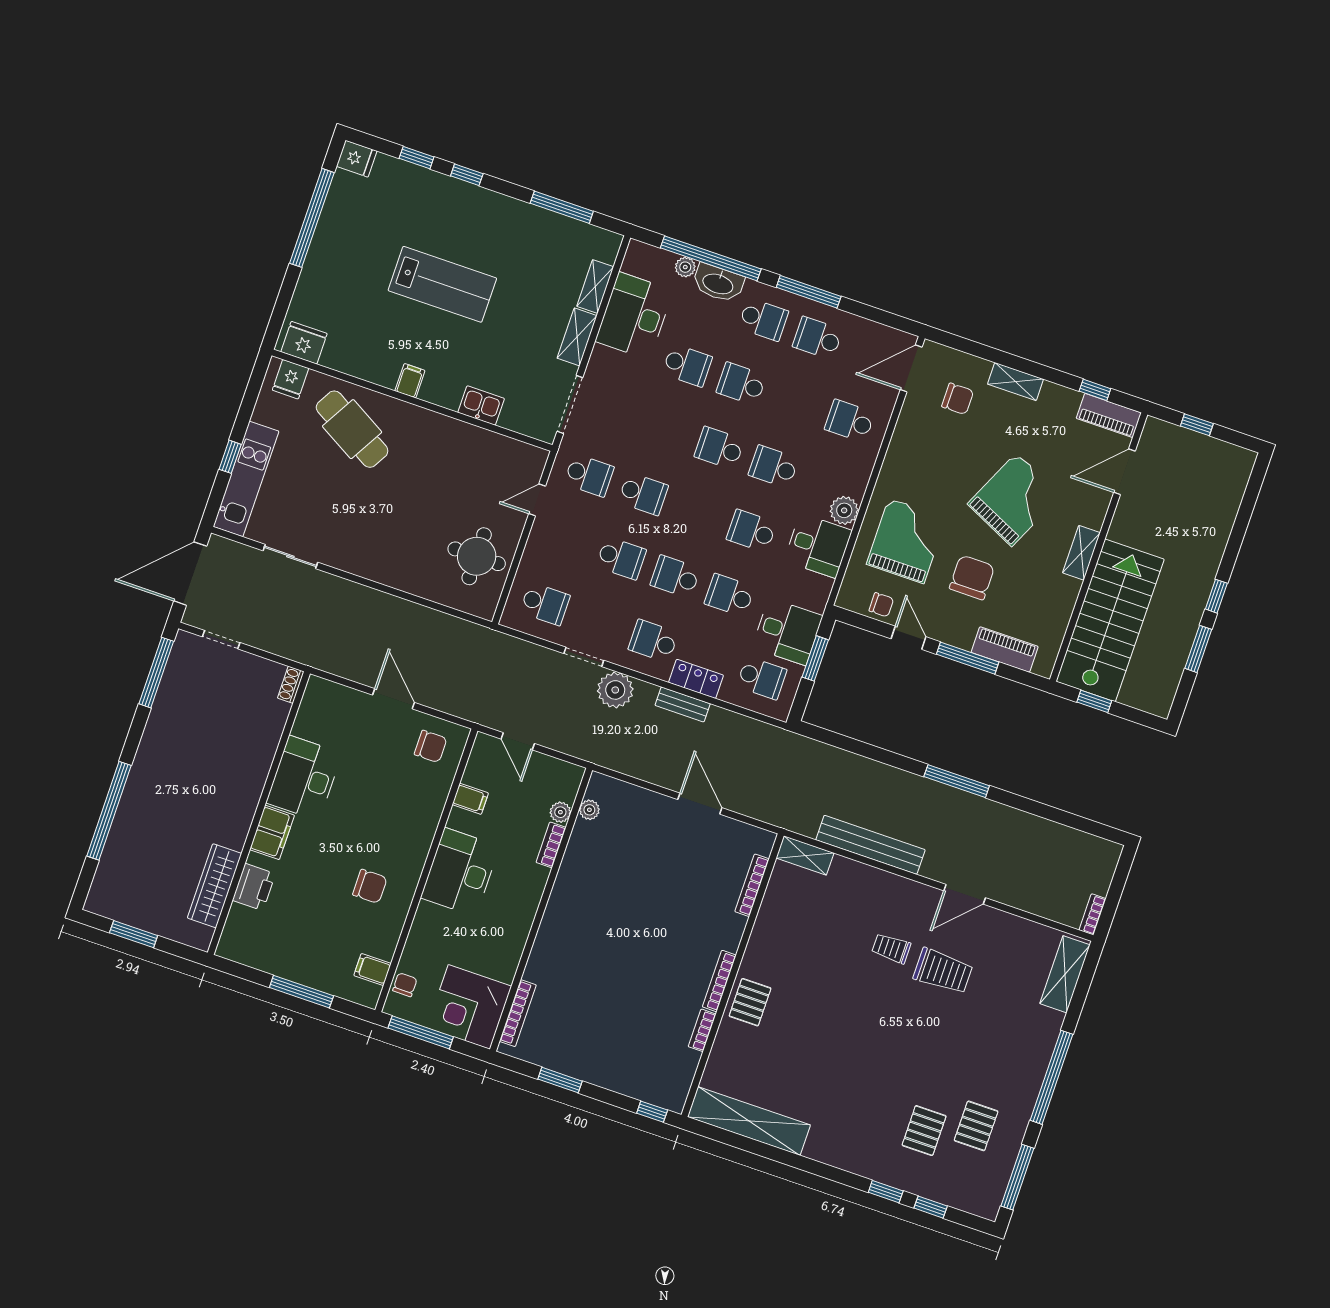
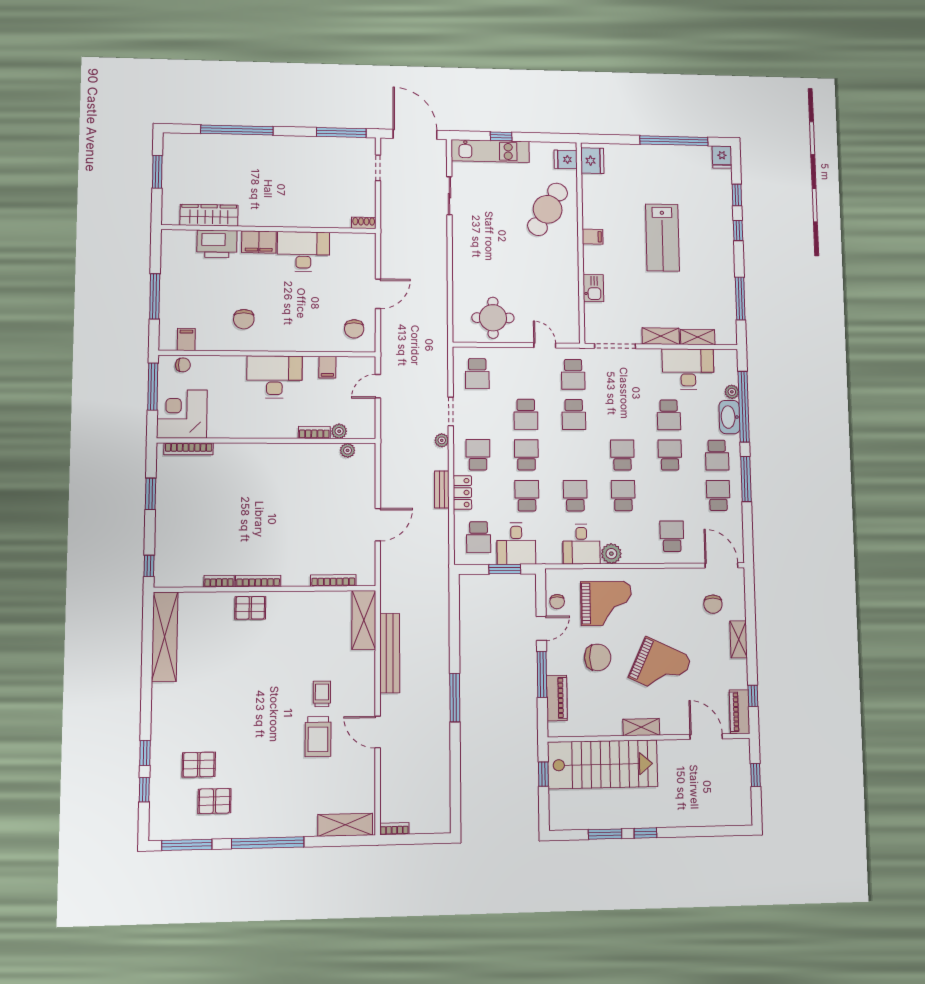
plant: (615, 690) -> (442, 440), width x0.53, depth x0.53
shelving: (805, 855) -> (364, 620), width x1.50, depth x1.33
printer: (254, 887) -> (217, 244), width x1.37, depth x1.19

